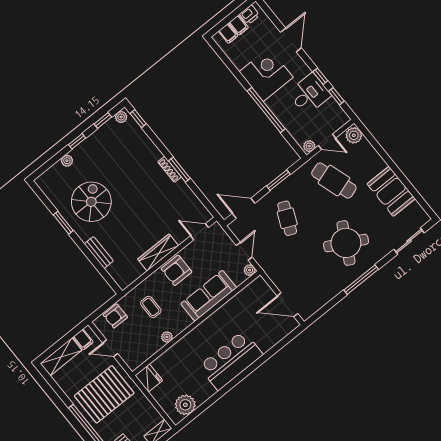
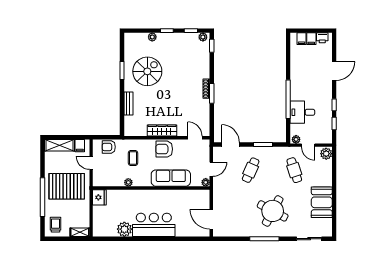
corner desk: (266, 75) -> (304, 79), removed
desk: (309, 94) -> (302, 112), moved, turned 180
cafe table: (334, 181) -> (294, 170), width x0.73, depth x0.74
plant: (185, 405) -> (124, 229), moved

